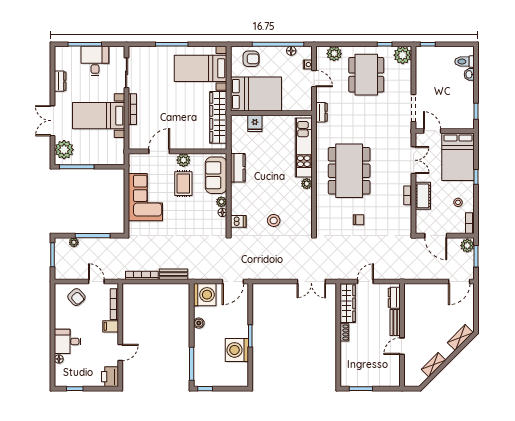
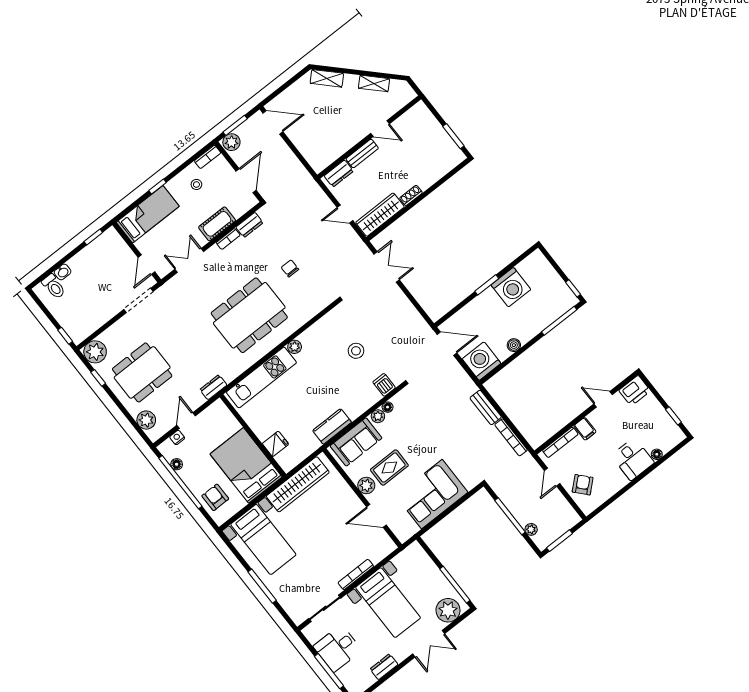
bed: (458, 157) -> (148, 214), width x0.67
dresser: (406, 216) -> (249, 225), added

